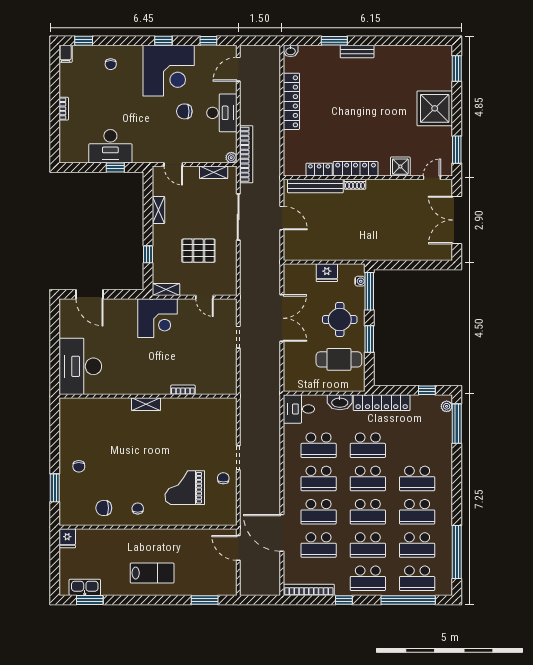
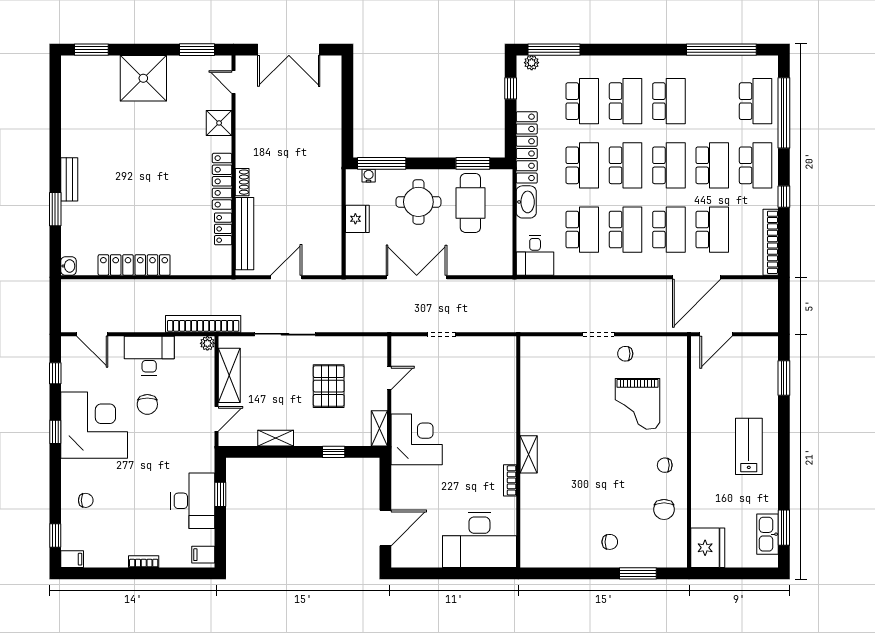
filing cabinet: (69, 154) -> (203, 555), added
shelving: (214, 172) -> (229, 375), width x1.50, depth x1.33
window: (369, 339) -> (473, 163), moved
bookcase: (183, 390) -> (510, 480), moved
fridge: (67, 538) -> (708, 548), width x1.88, depth x1.34
school desk: (417, 545) -> (582, 101), moved

